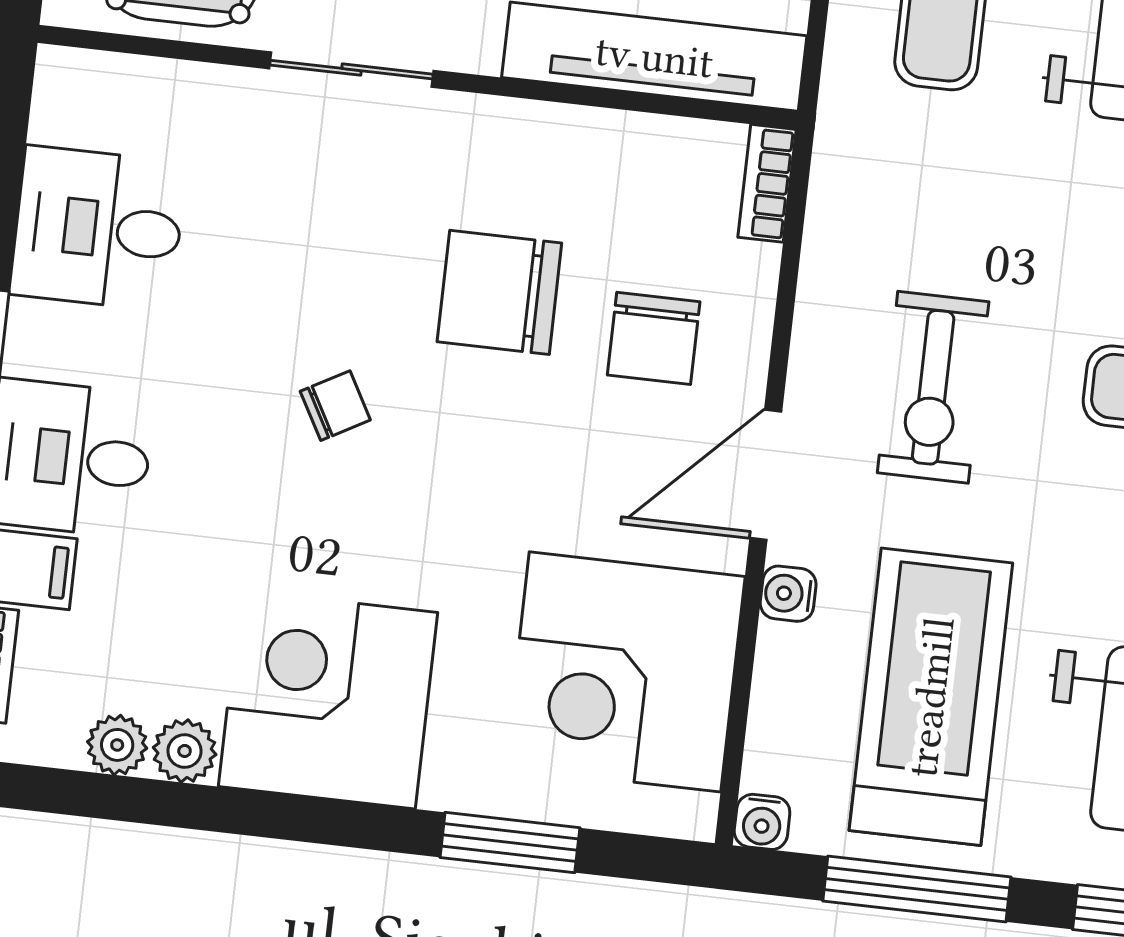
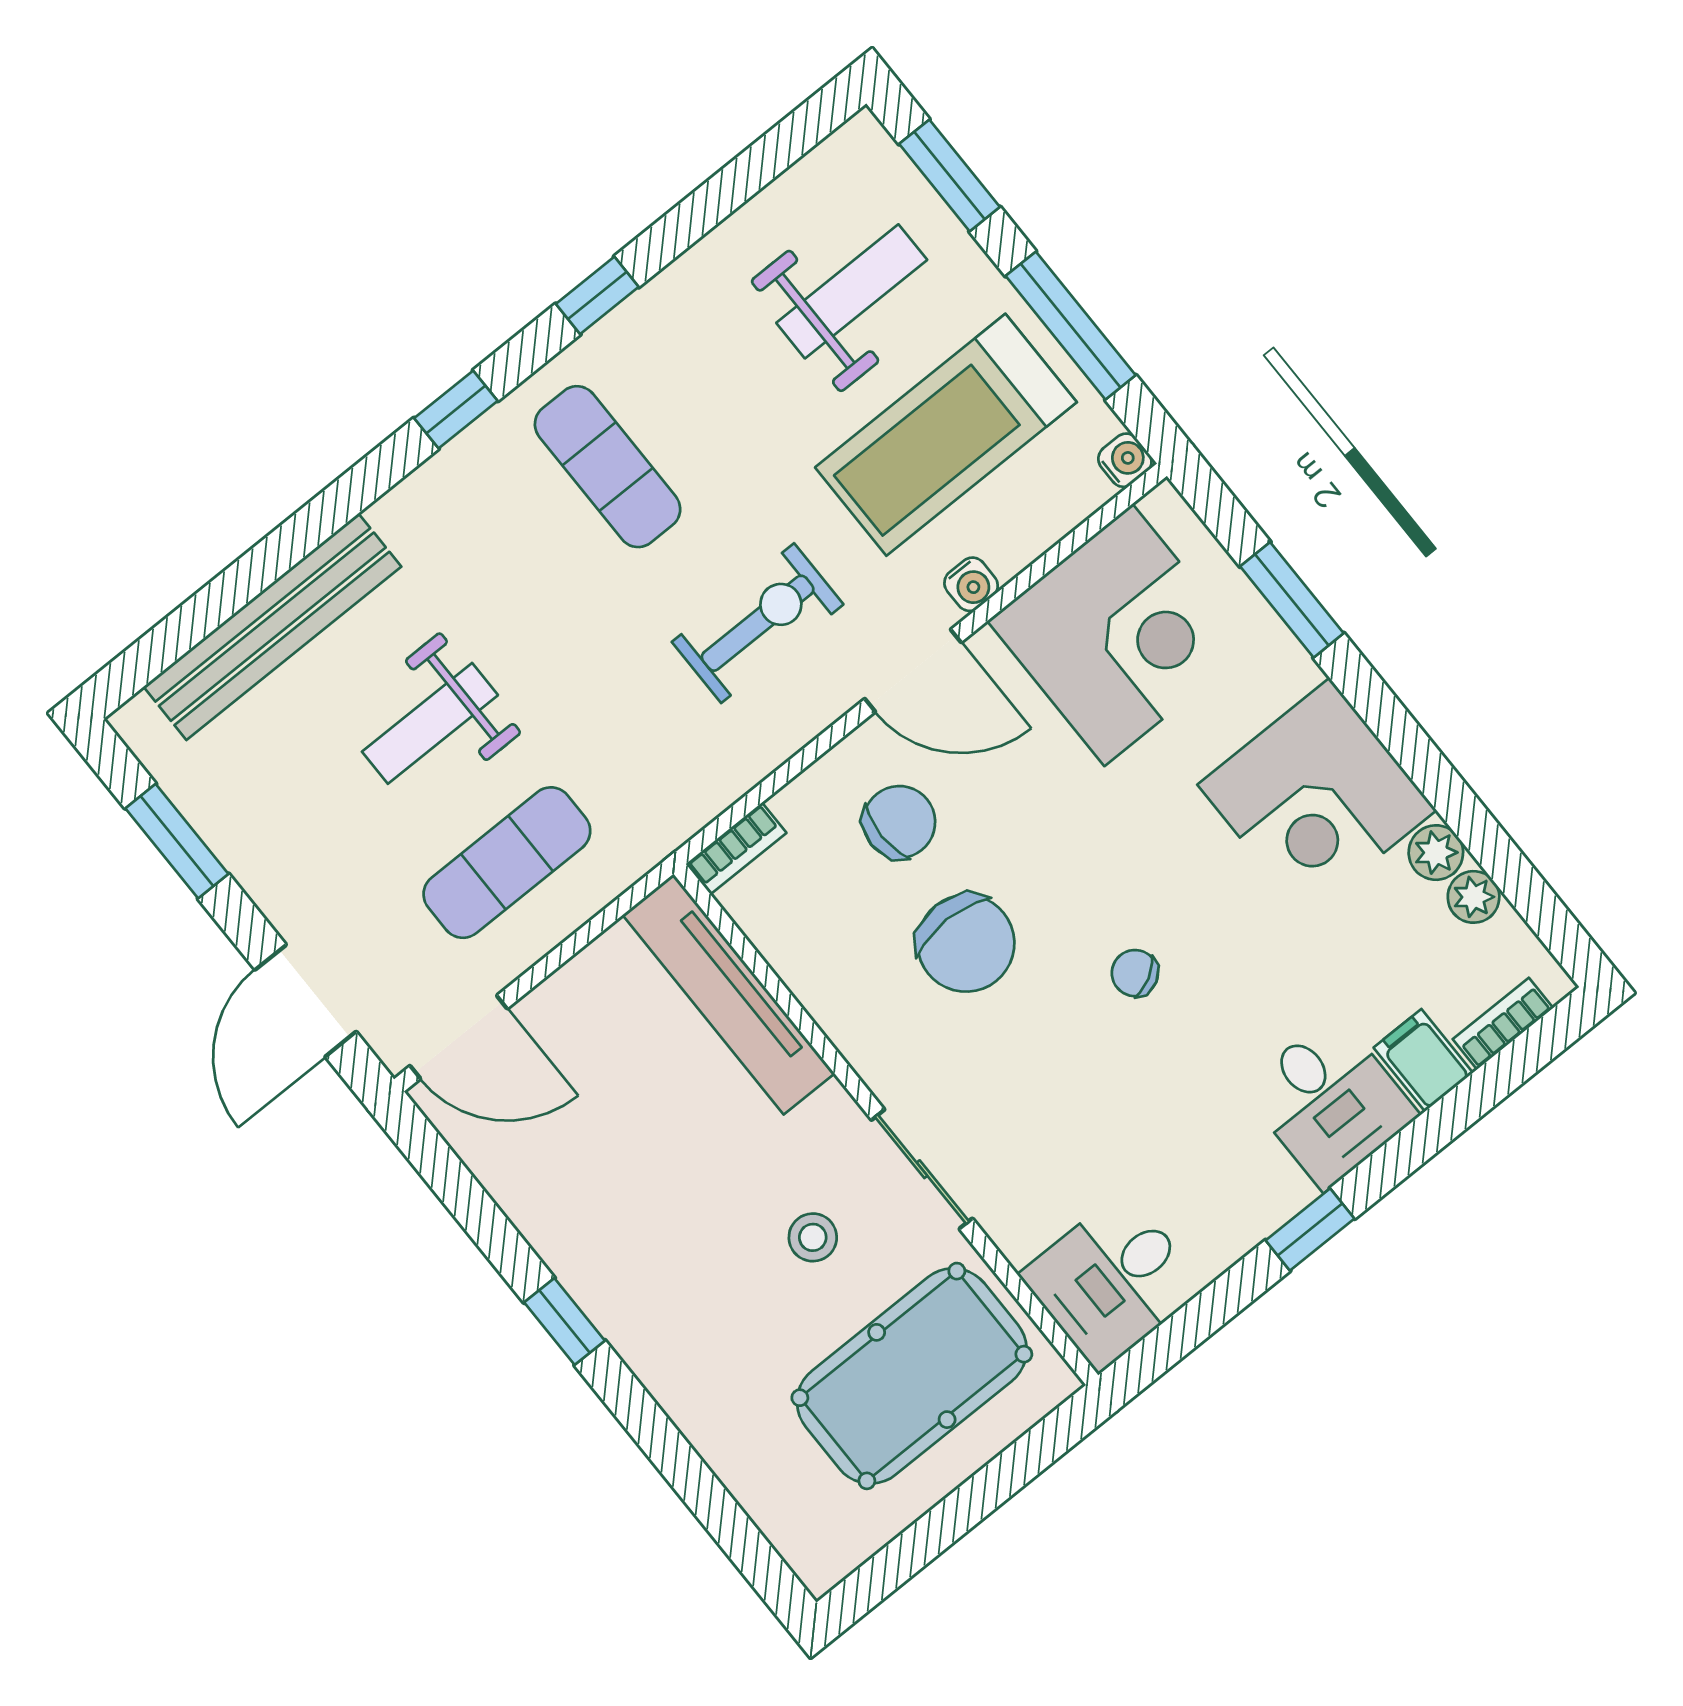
desk: (98, 228) -> (1112, 1281), moved, turned 90

